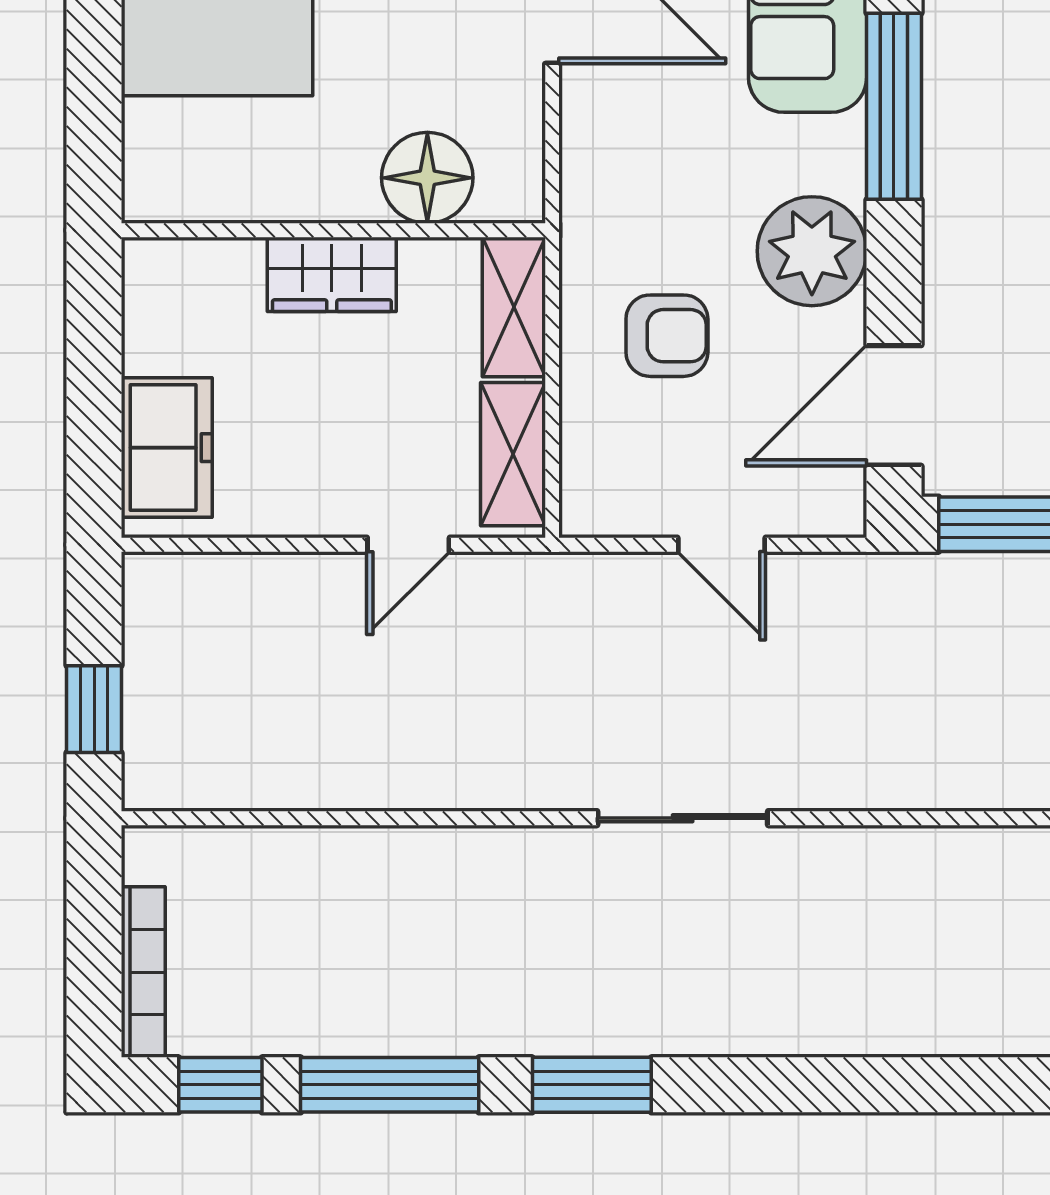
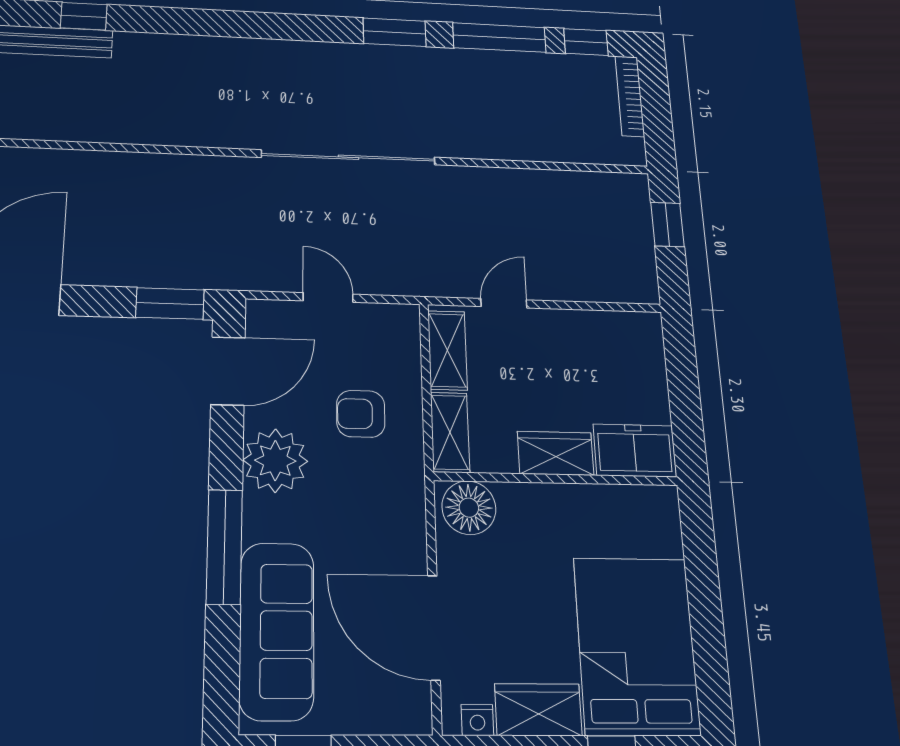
floor lamp: (427, 178) -> (469, 508), moved
freezer: (167, 448) -> (635, 450), moved, turned 90
sliding door: (683, 818) -> (349, 157), width x1.86

